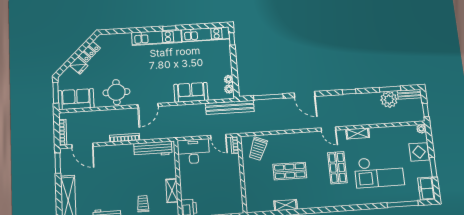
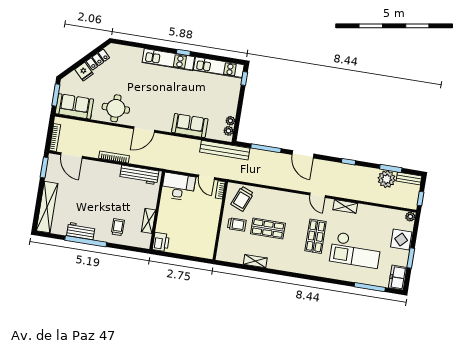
trolley: (259, 174) -> (237, 224), added

